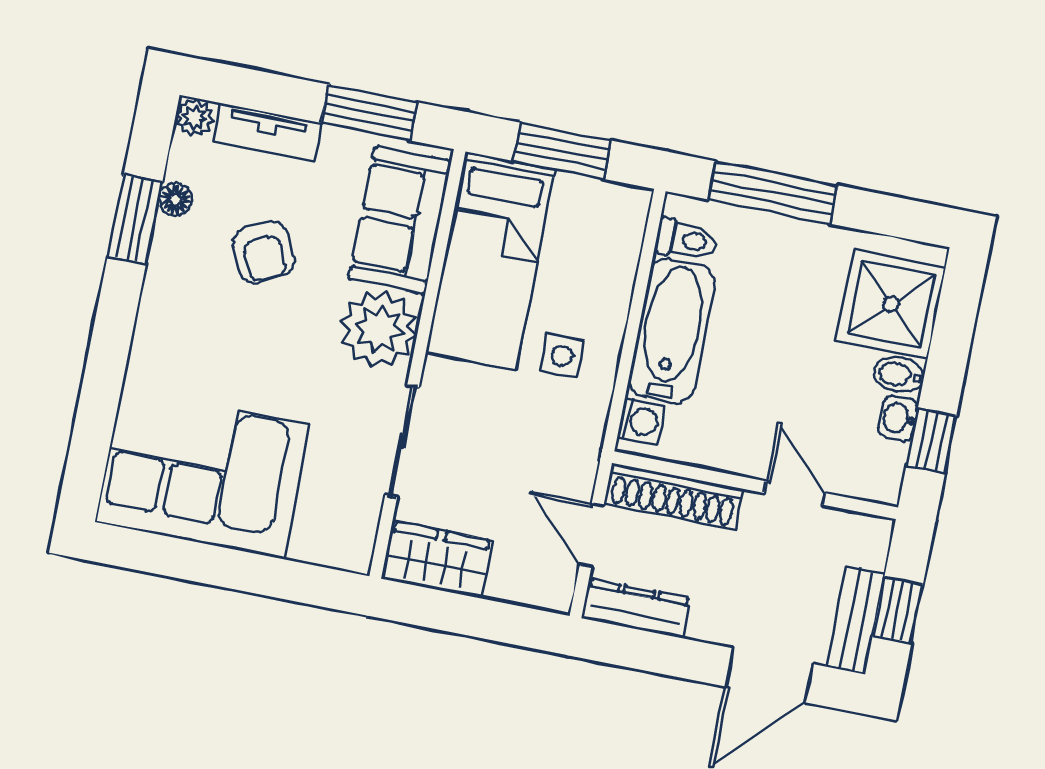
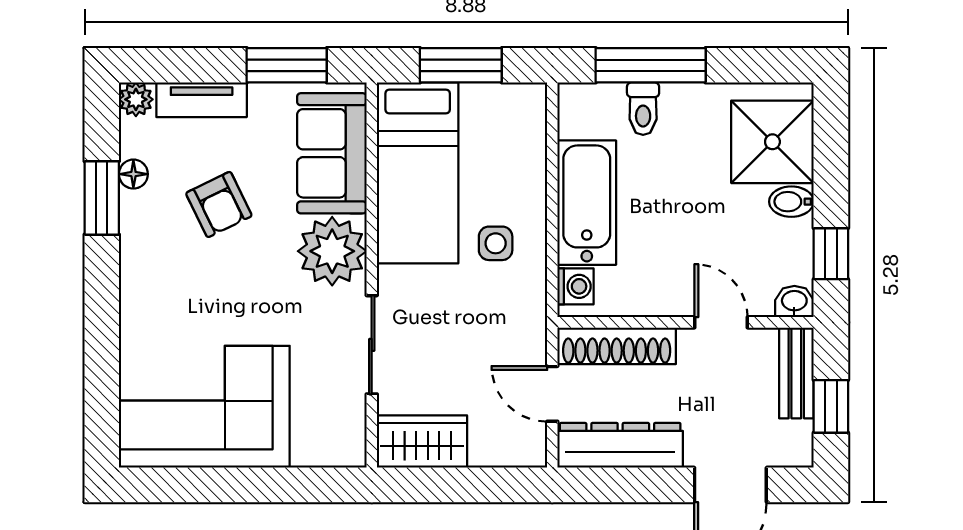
toilet: (686, 239) -> (643, 109), moved, turned 90
washbasin: (898, 418) -> (794, 302), moved, turned 90
dresser: (636, 608) -> (620, 445), width x1.37, depth x1.24
bench: (856, 620) -> (796, 373), moved

